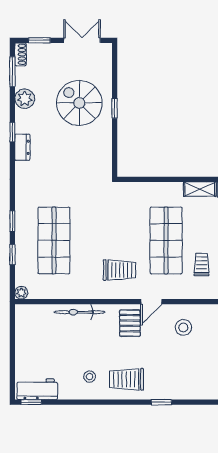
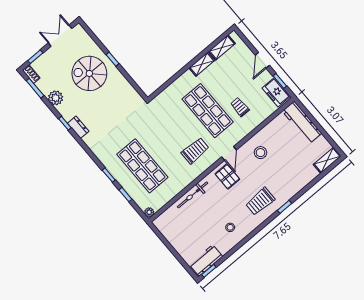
trolley: (126, 379) -> (260, 201), moved

